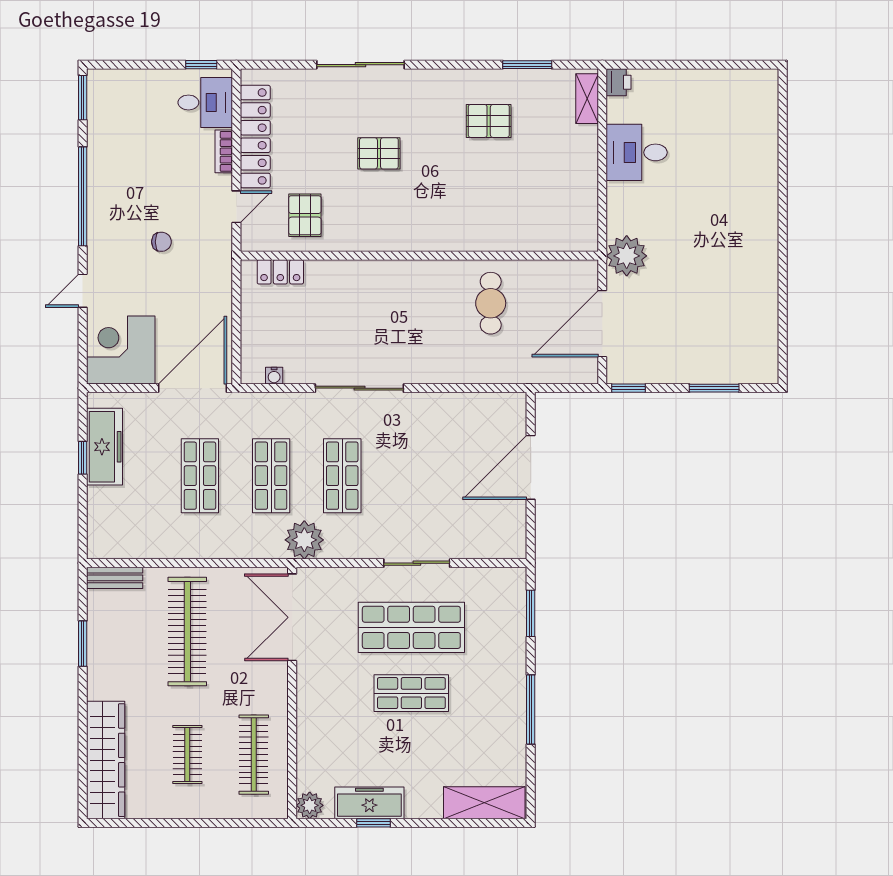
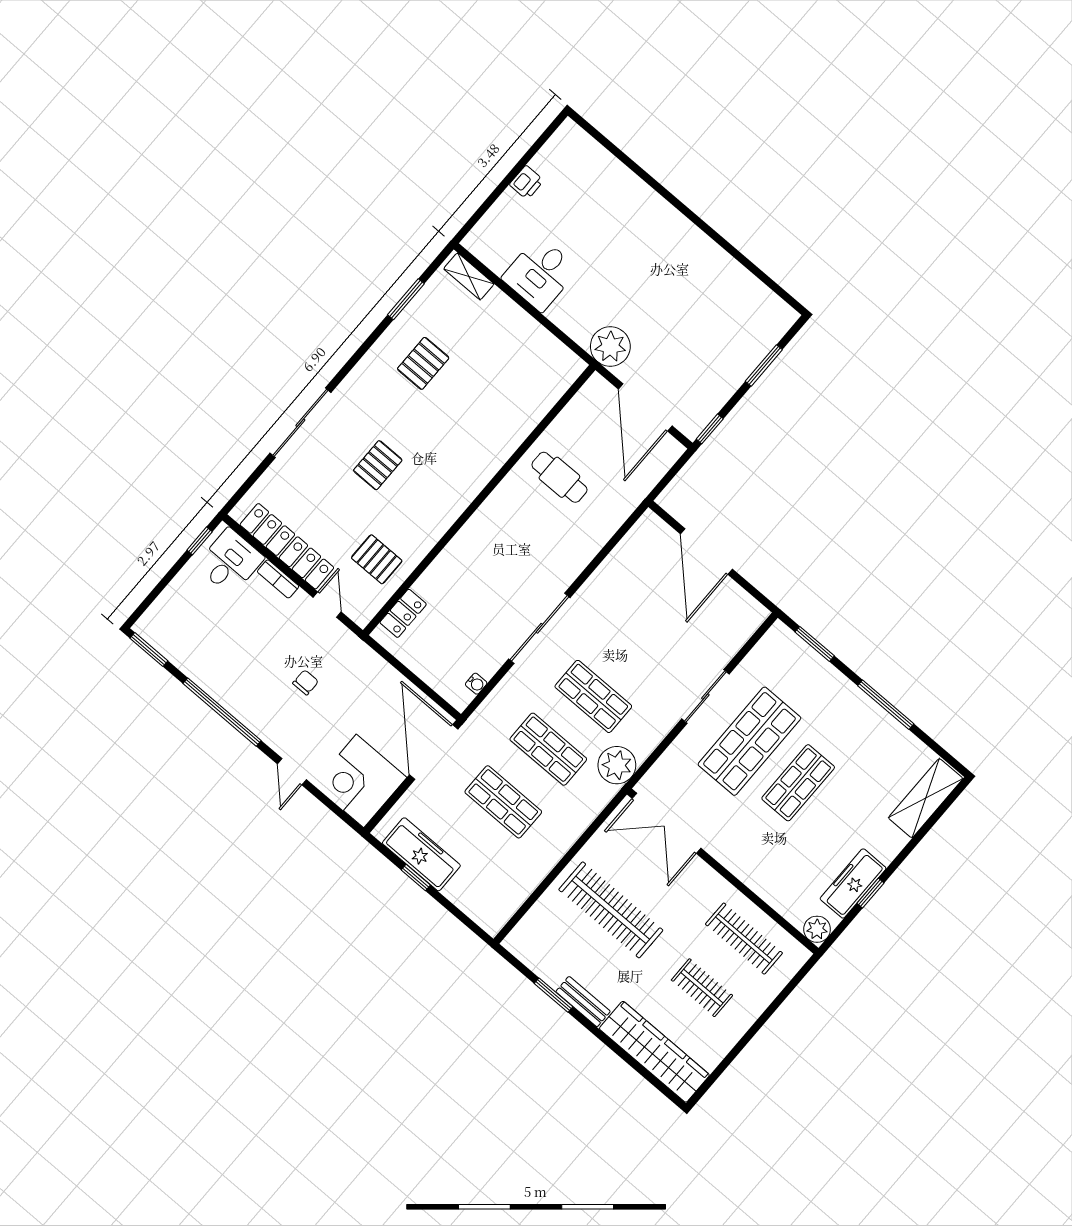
printer: (619, 82) -> (527, 182), moved, turned 90
bench: (115, 578) -> (583, 1002), moved, turned 90

